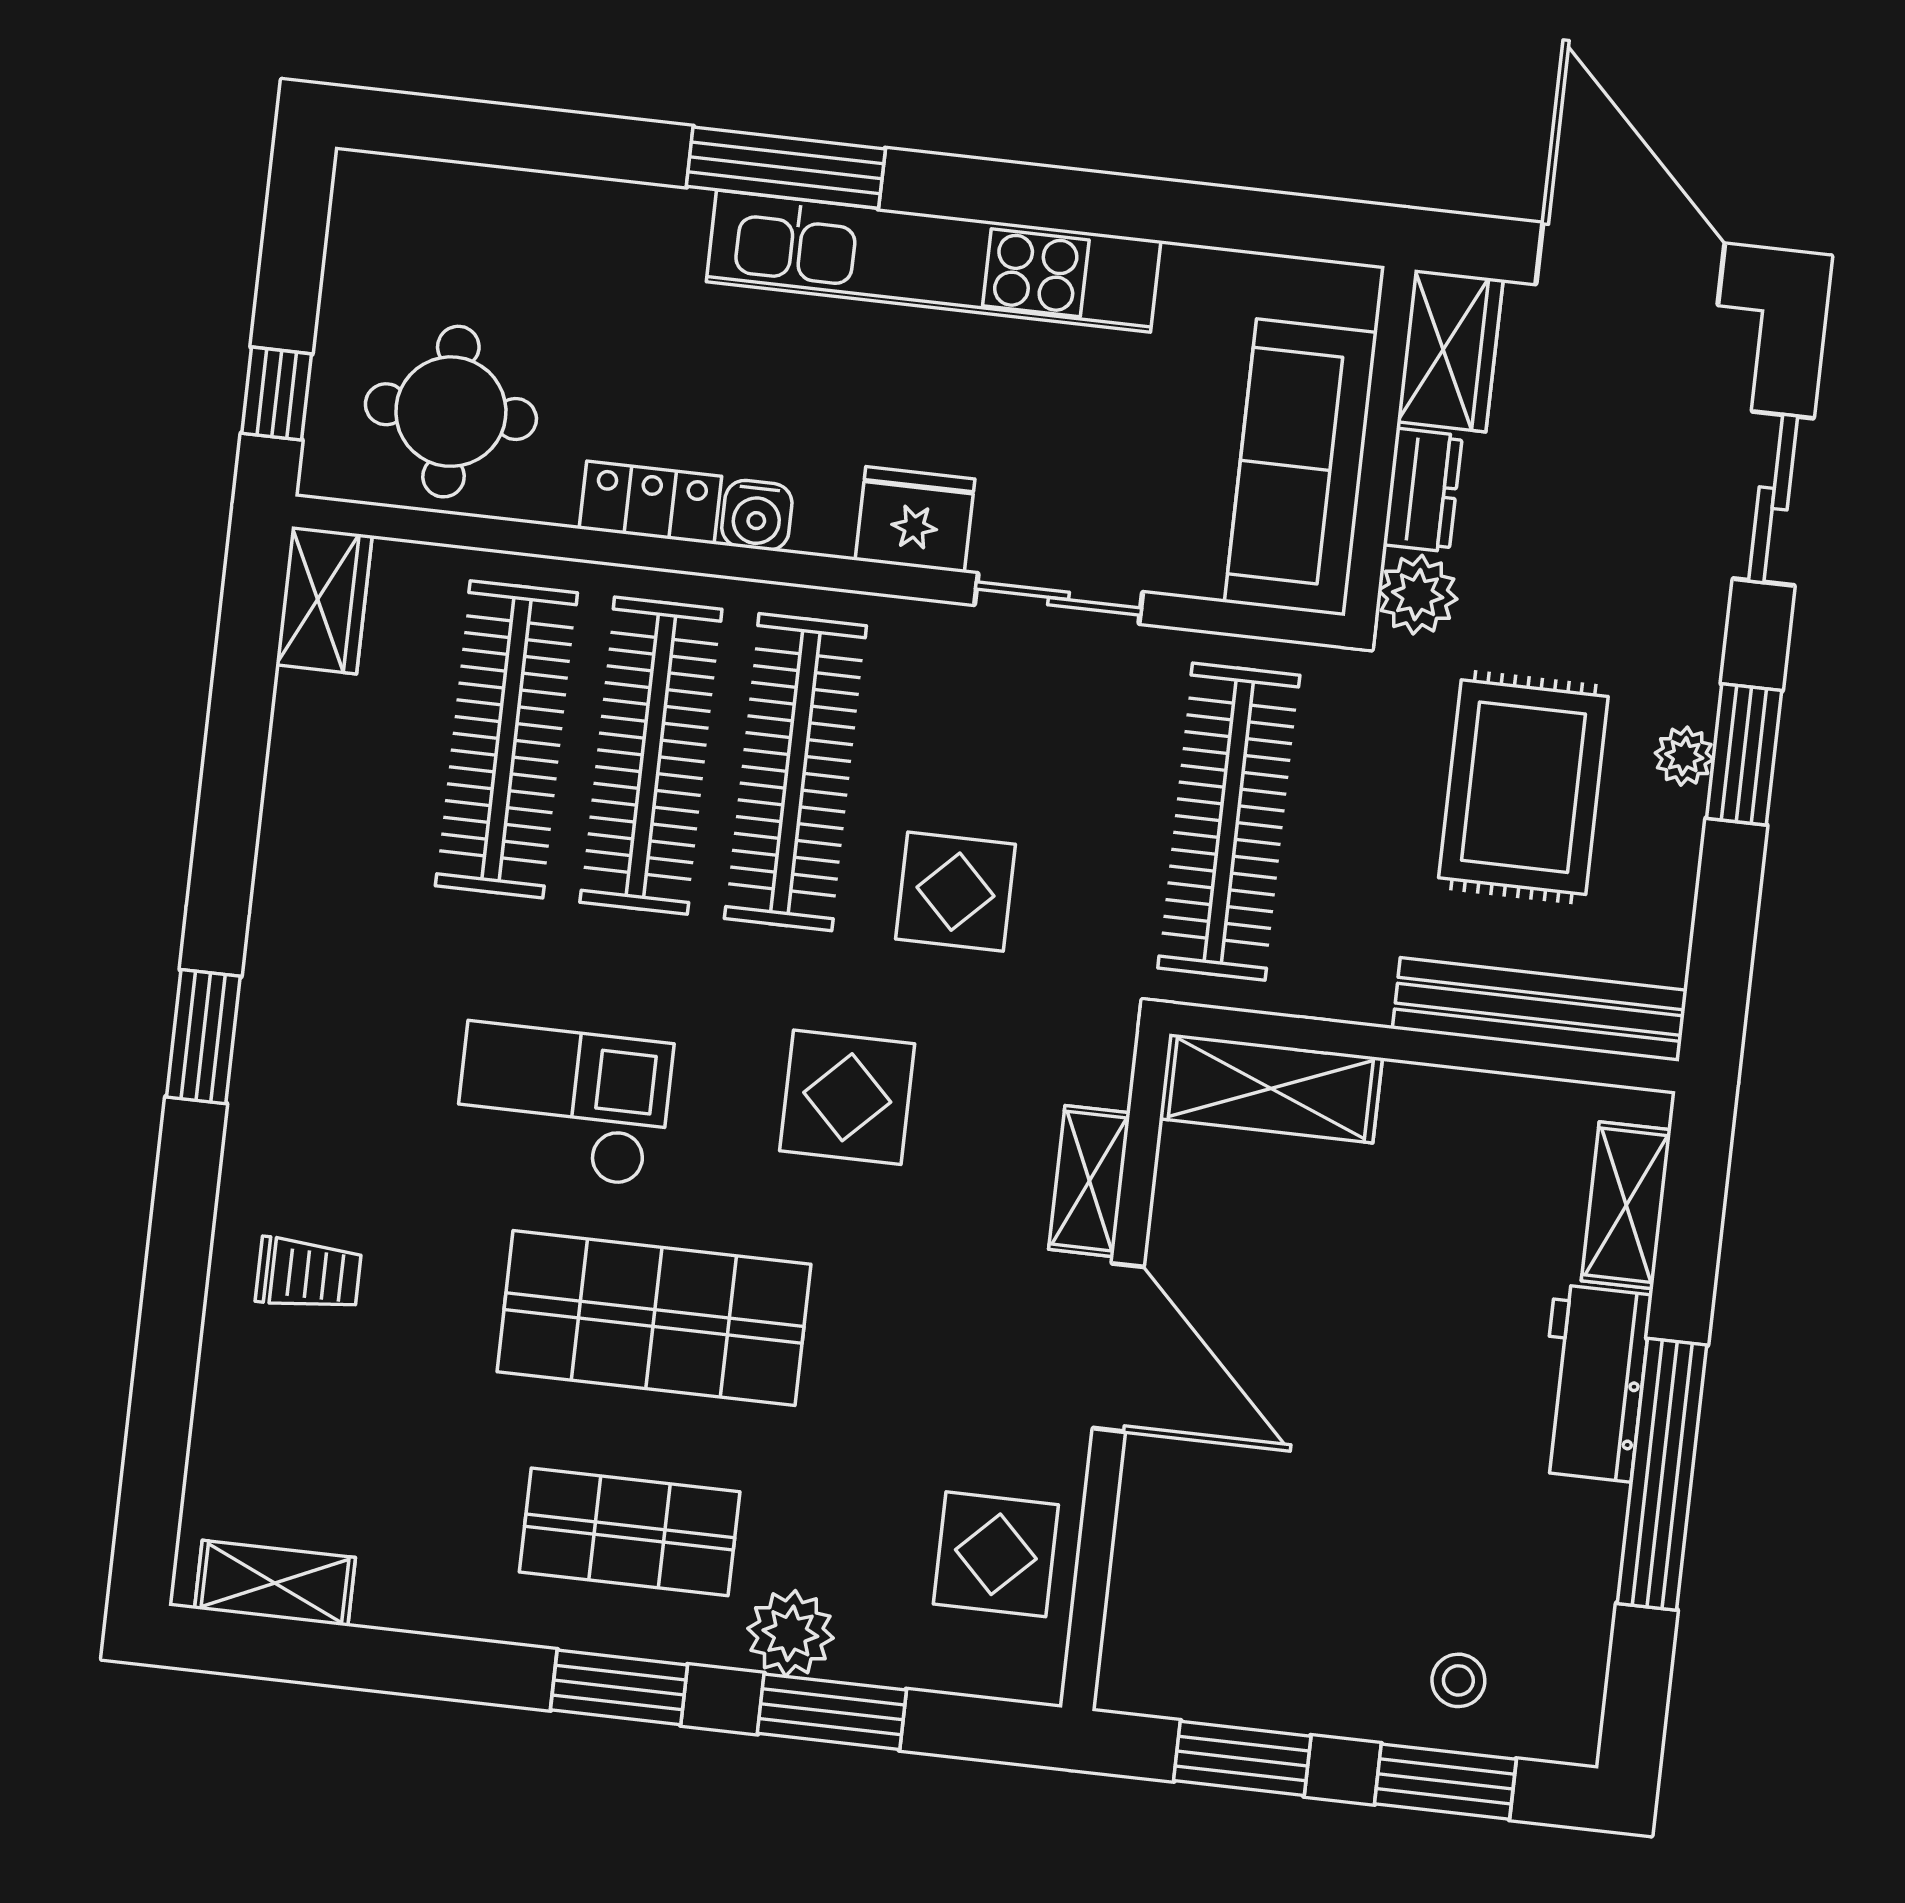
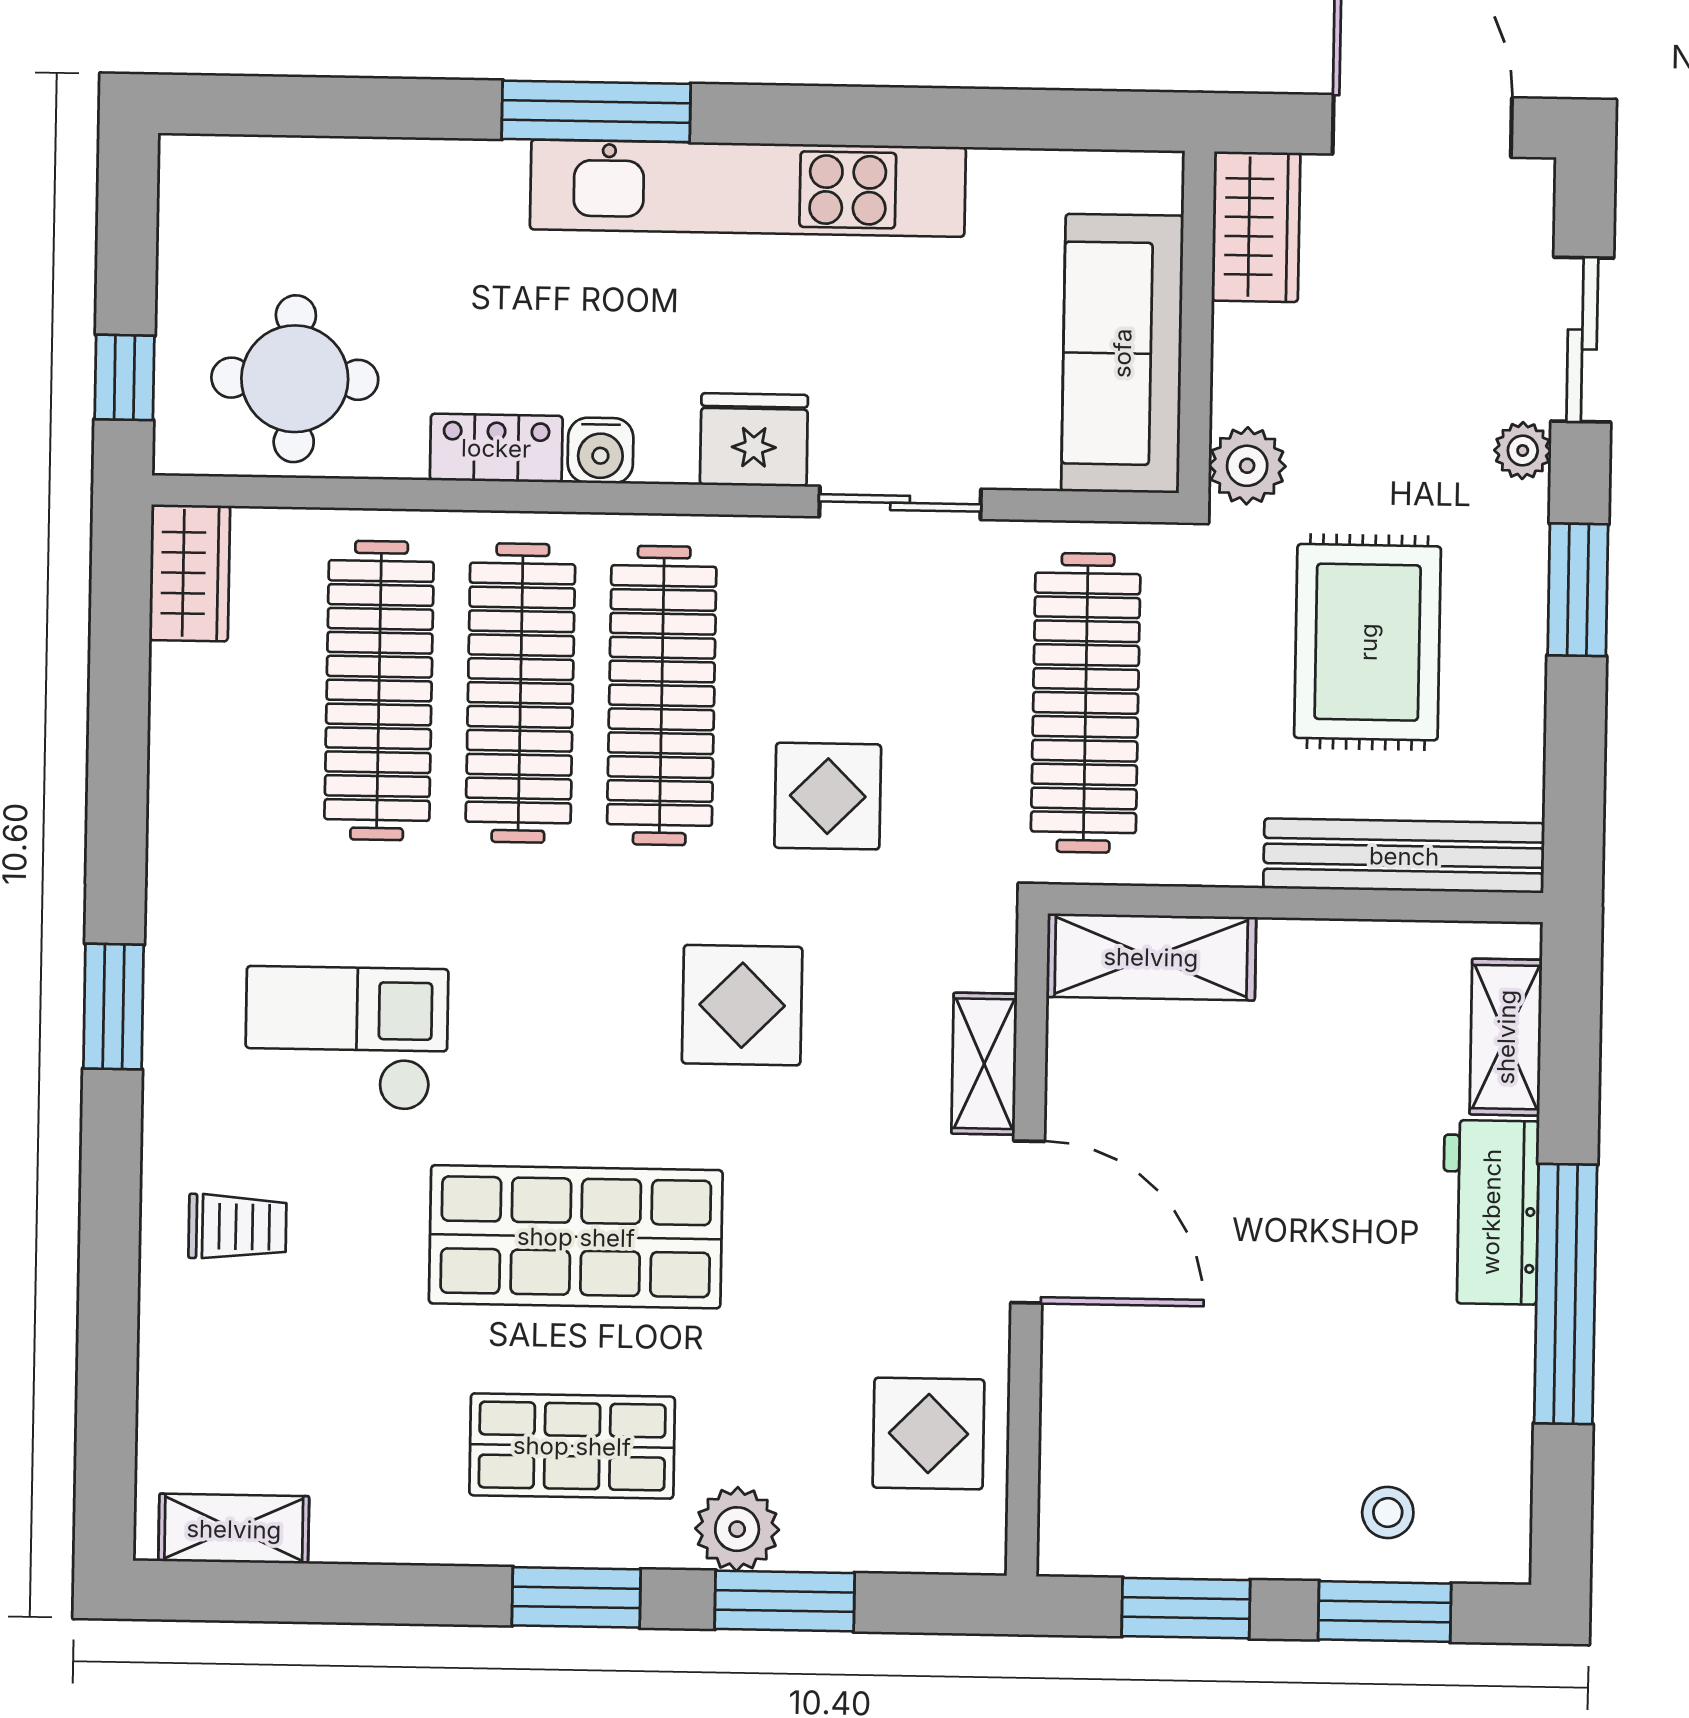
dresser: (1423, 490) -> (1242, 364), removed
plant: (1684, 756) -> (1523, 451), moved
checkout: (563, 1104) -> (347, 1038), moved

